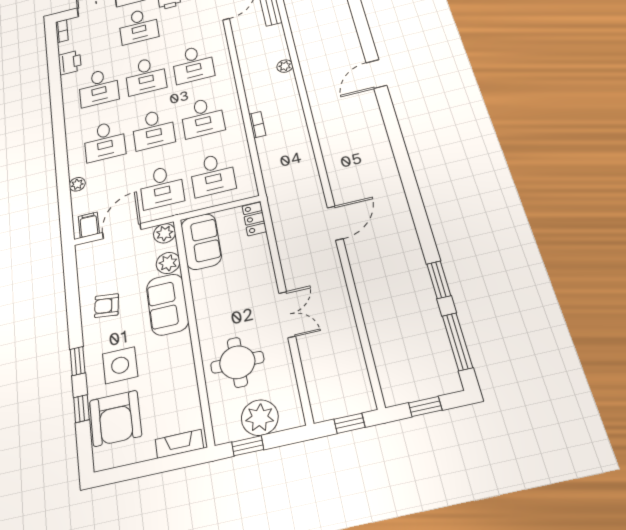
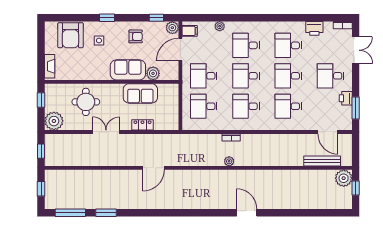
plant: (285, 66) -> (229, 161), moved
locker: (254, 219) -> (142, 125), moved
door: (335, 223) -> (153, 168), hinge flipped
door: (122, 231) -> (180, 50), swing flipped
plant: (165, 233) -> (172, 28), moved
sofa: (201, 241) -> (140, 93), moved
armchair: (107, 306) -> (136, 36), turned 83
double door: (287, 314) -> (106, 132), swing flipped
side table: (120, 365) -> (99, 41), width x0.54, depth x0.54
window: (81, 409) -> (156, 18), moved
armchair: (115, 418) -> (70, 35), turned -90
plant: (260, 418) -> (54, 121), moved

